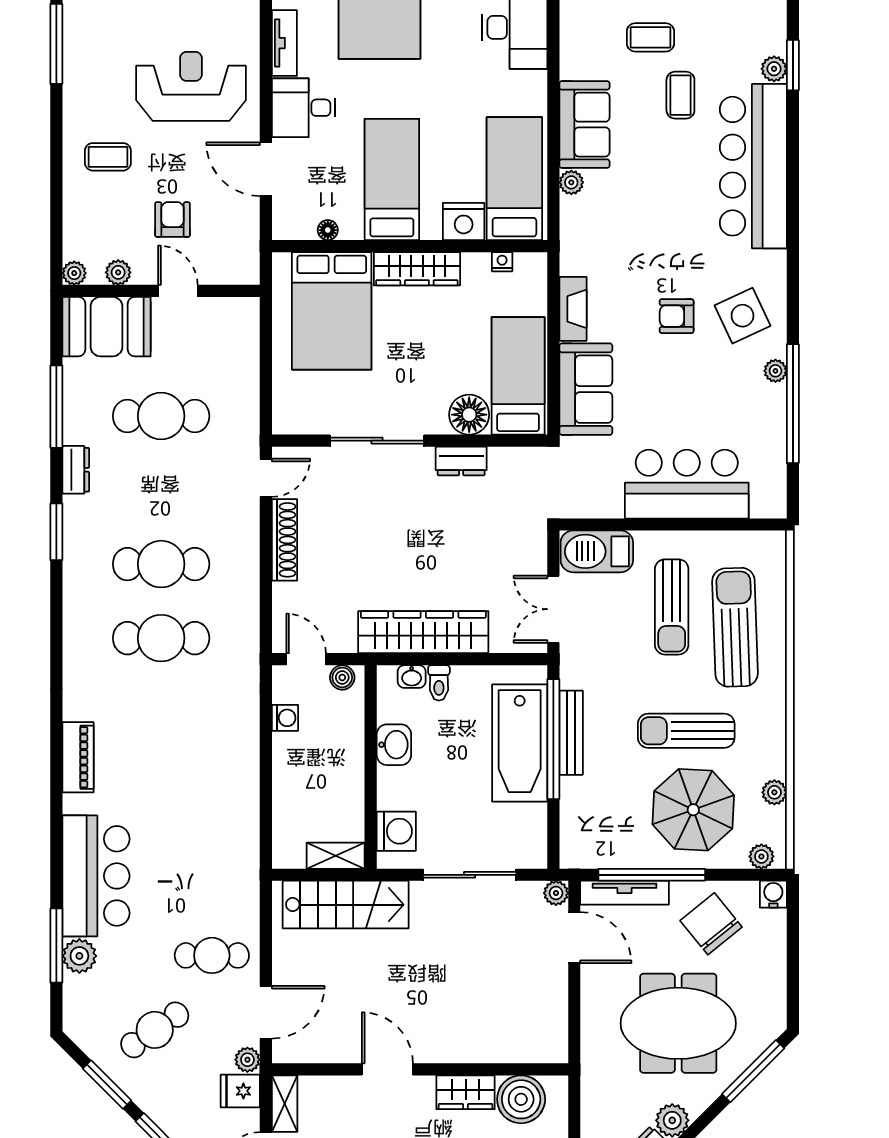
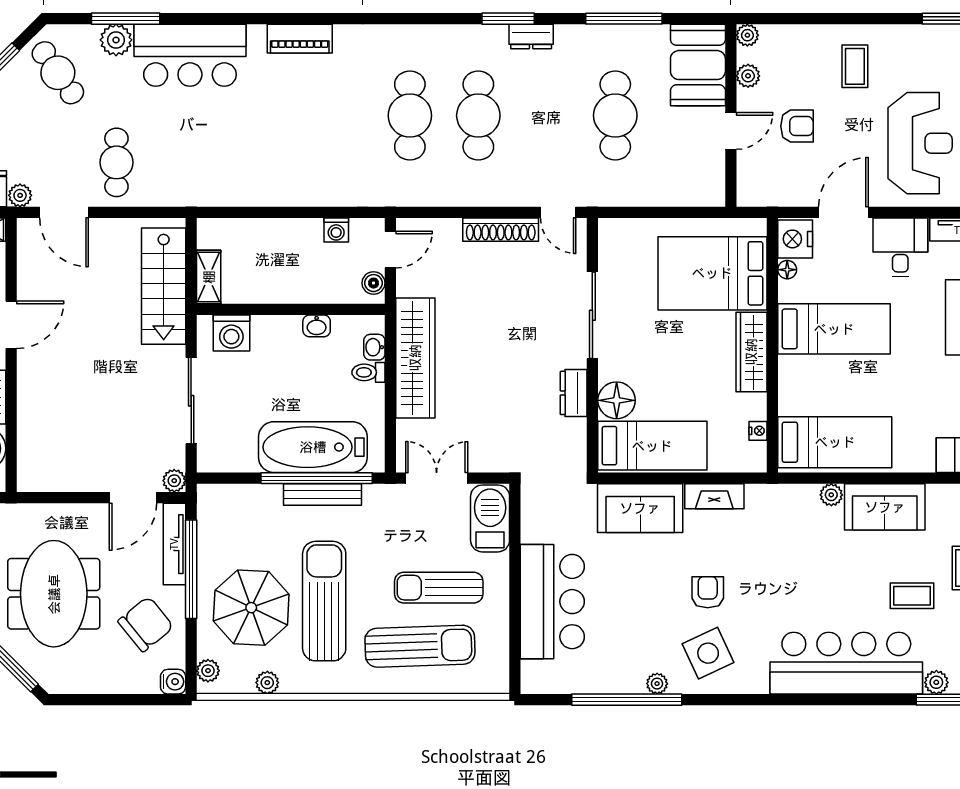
nightstand: (464, 221) -> (795, 239), moved
dresser: (76, 470) -> (531, 37), moved
sun lounger: (686, 731) -> (324, 601), width x1.36, depth x1.34
washbasin: (394, 745) -> (317, 326), width x0.72, depth x0.69
cafe table: (155, 1030) -> (58, 73), moved

